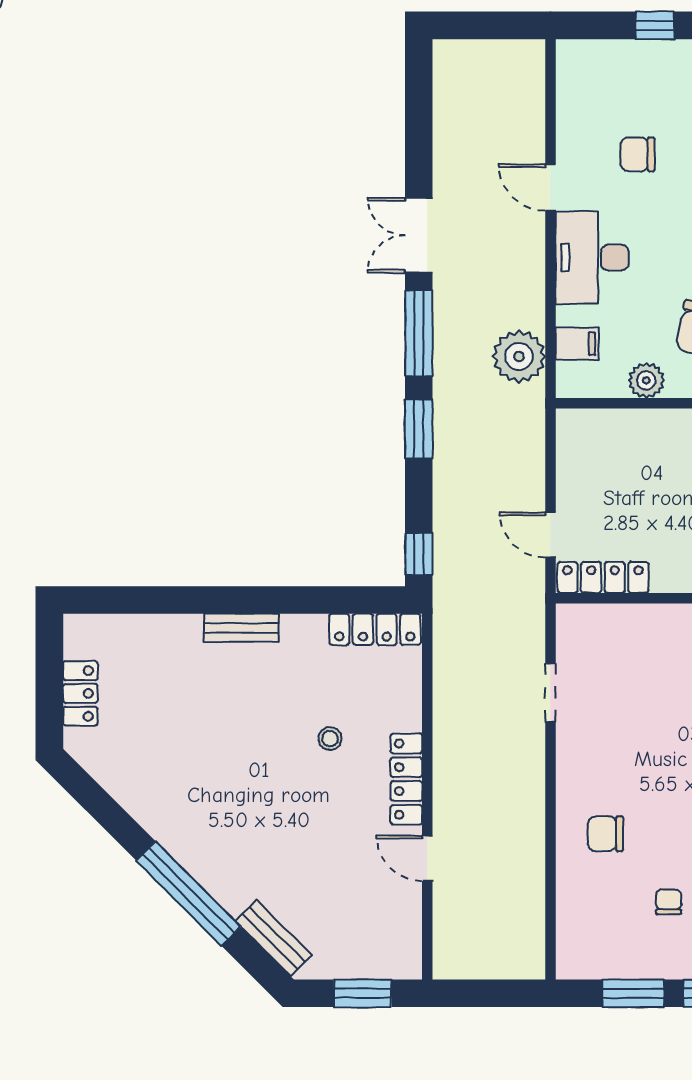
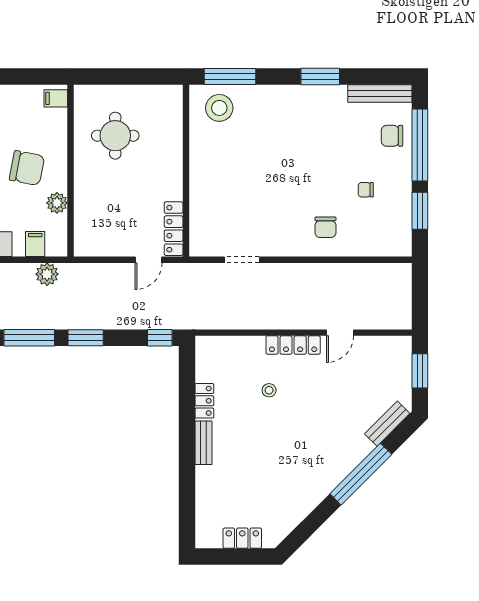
plant: (519, 357) -> (47, 274), width x0.73, depth x0.73
locker: (375, 629) -> (204, 401), moved, width x0.66

